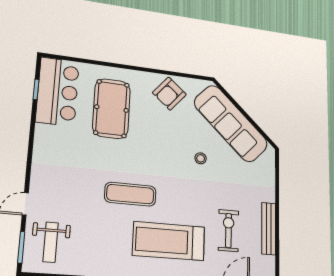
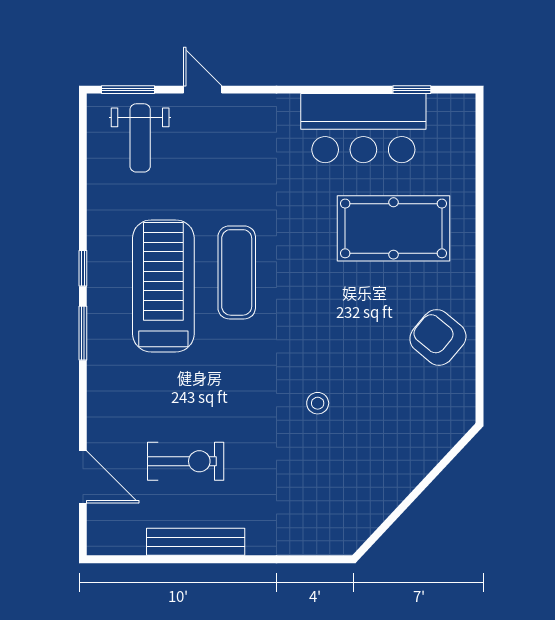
bar counter: (58, 92) -> (363, 128), moved
sofa: (231, 123) -> (394, 463), removed
treadmill: (169, 241) -> (163, 286), moved
weight bench: (51, 242) -> (140, 138), turned -90

